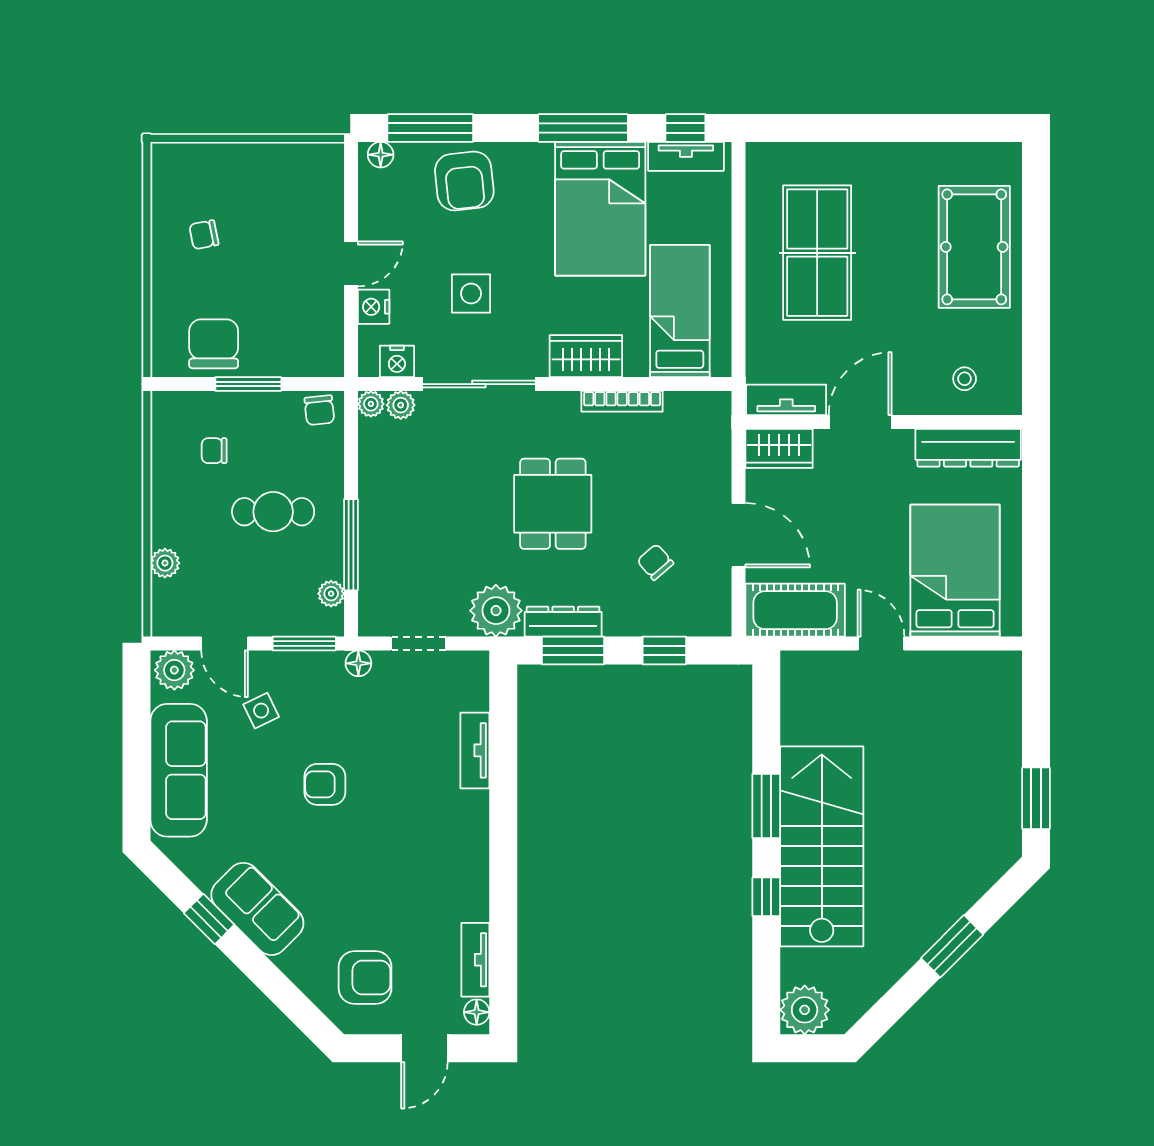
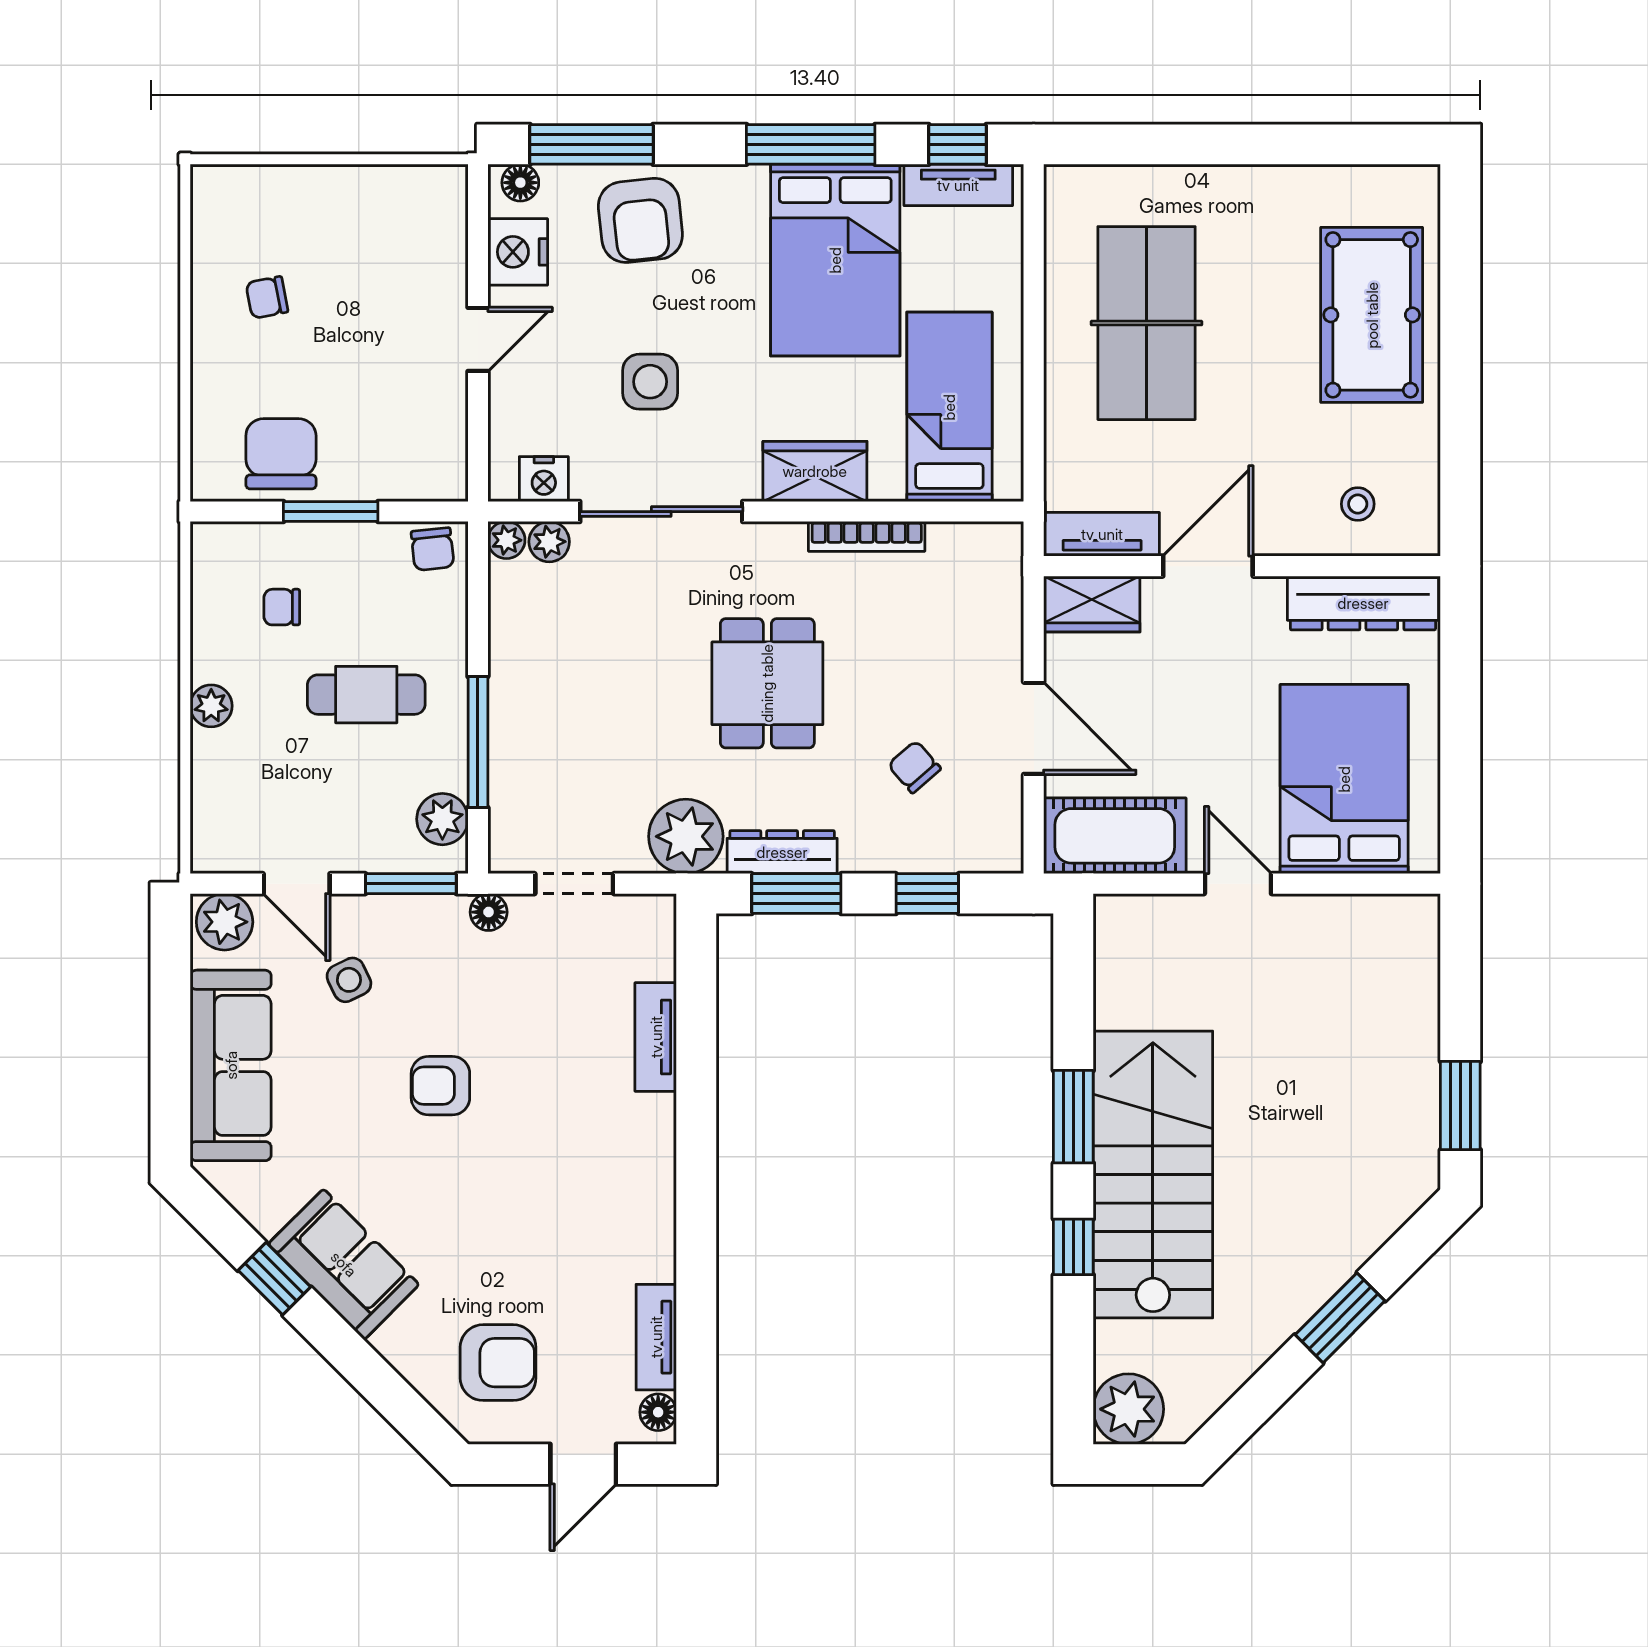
nightstand: (374, 307) -> (518, 252), moved, width x1.36, depth x1.33
plant: (165, 563) -> (211, 706), moved
plant: (331, 594) -> (442, 819), width x1.38, depth x1.38

